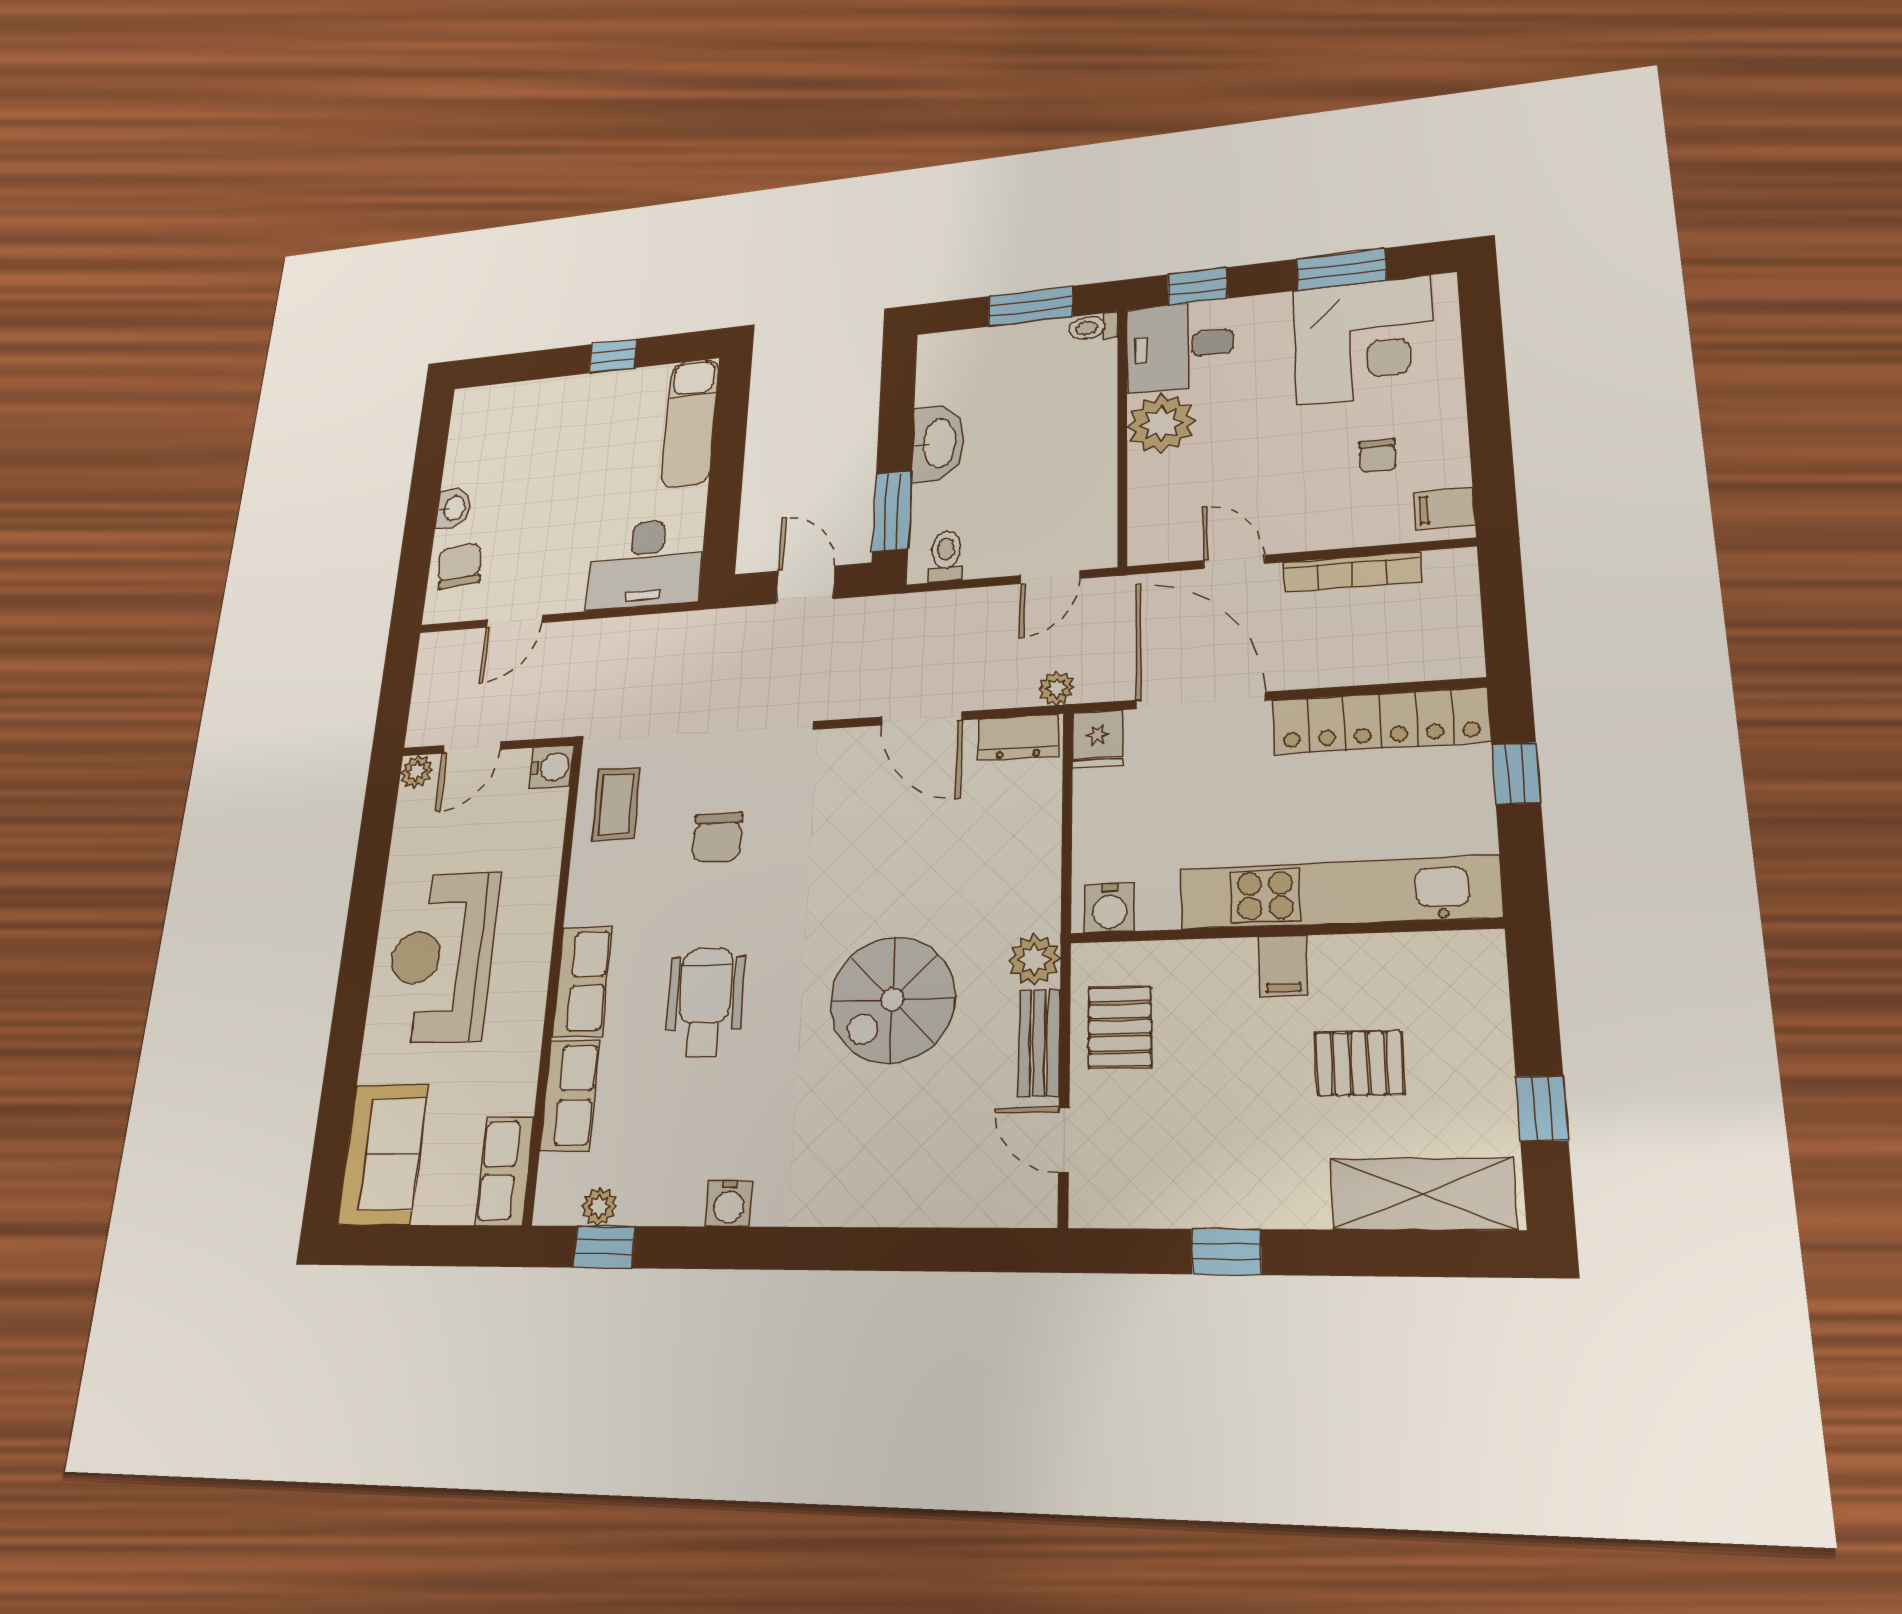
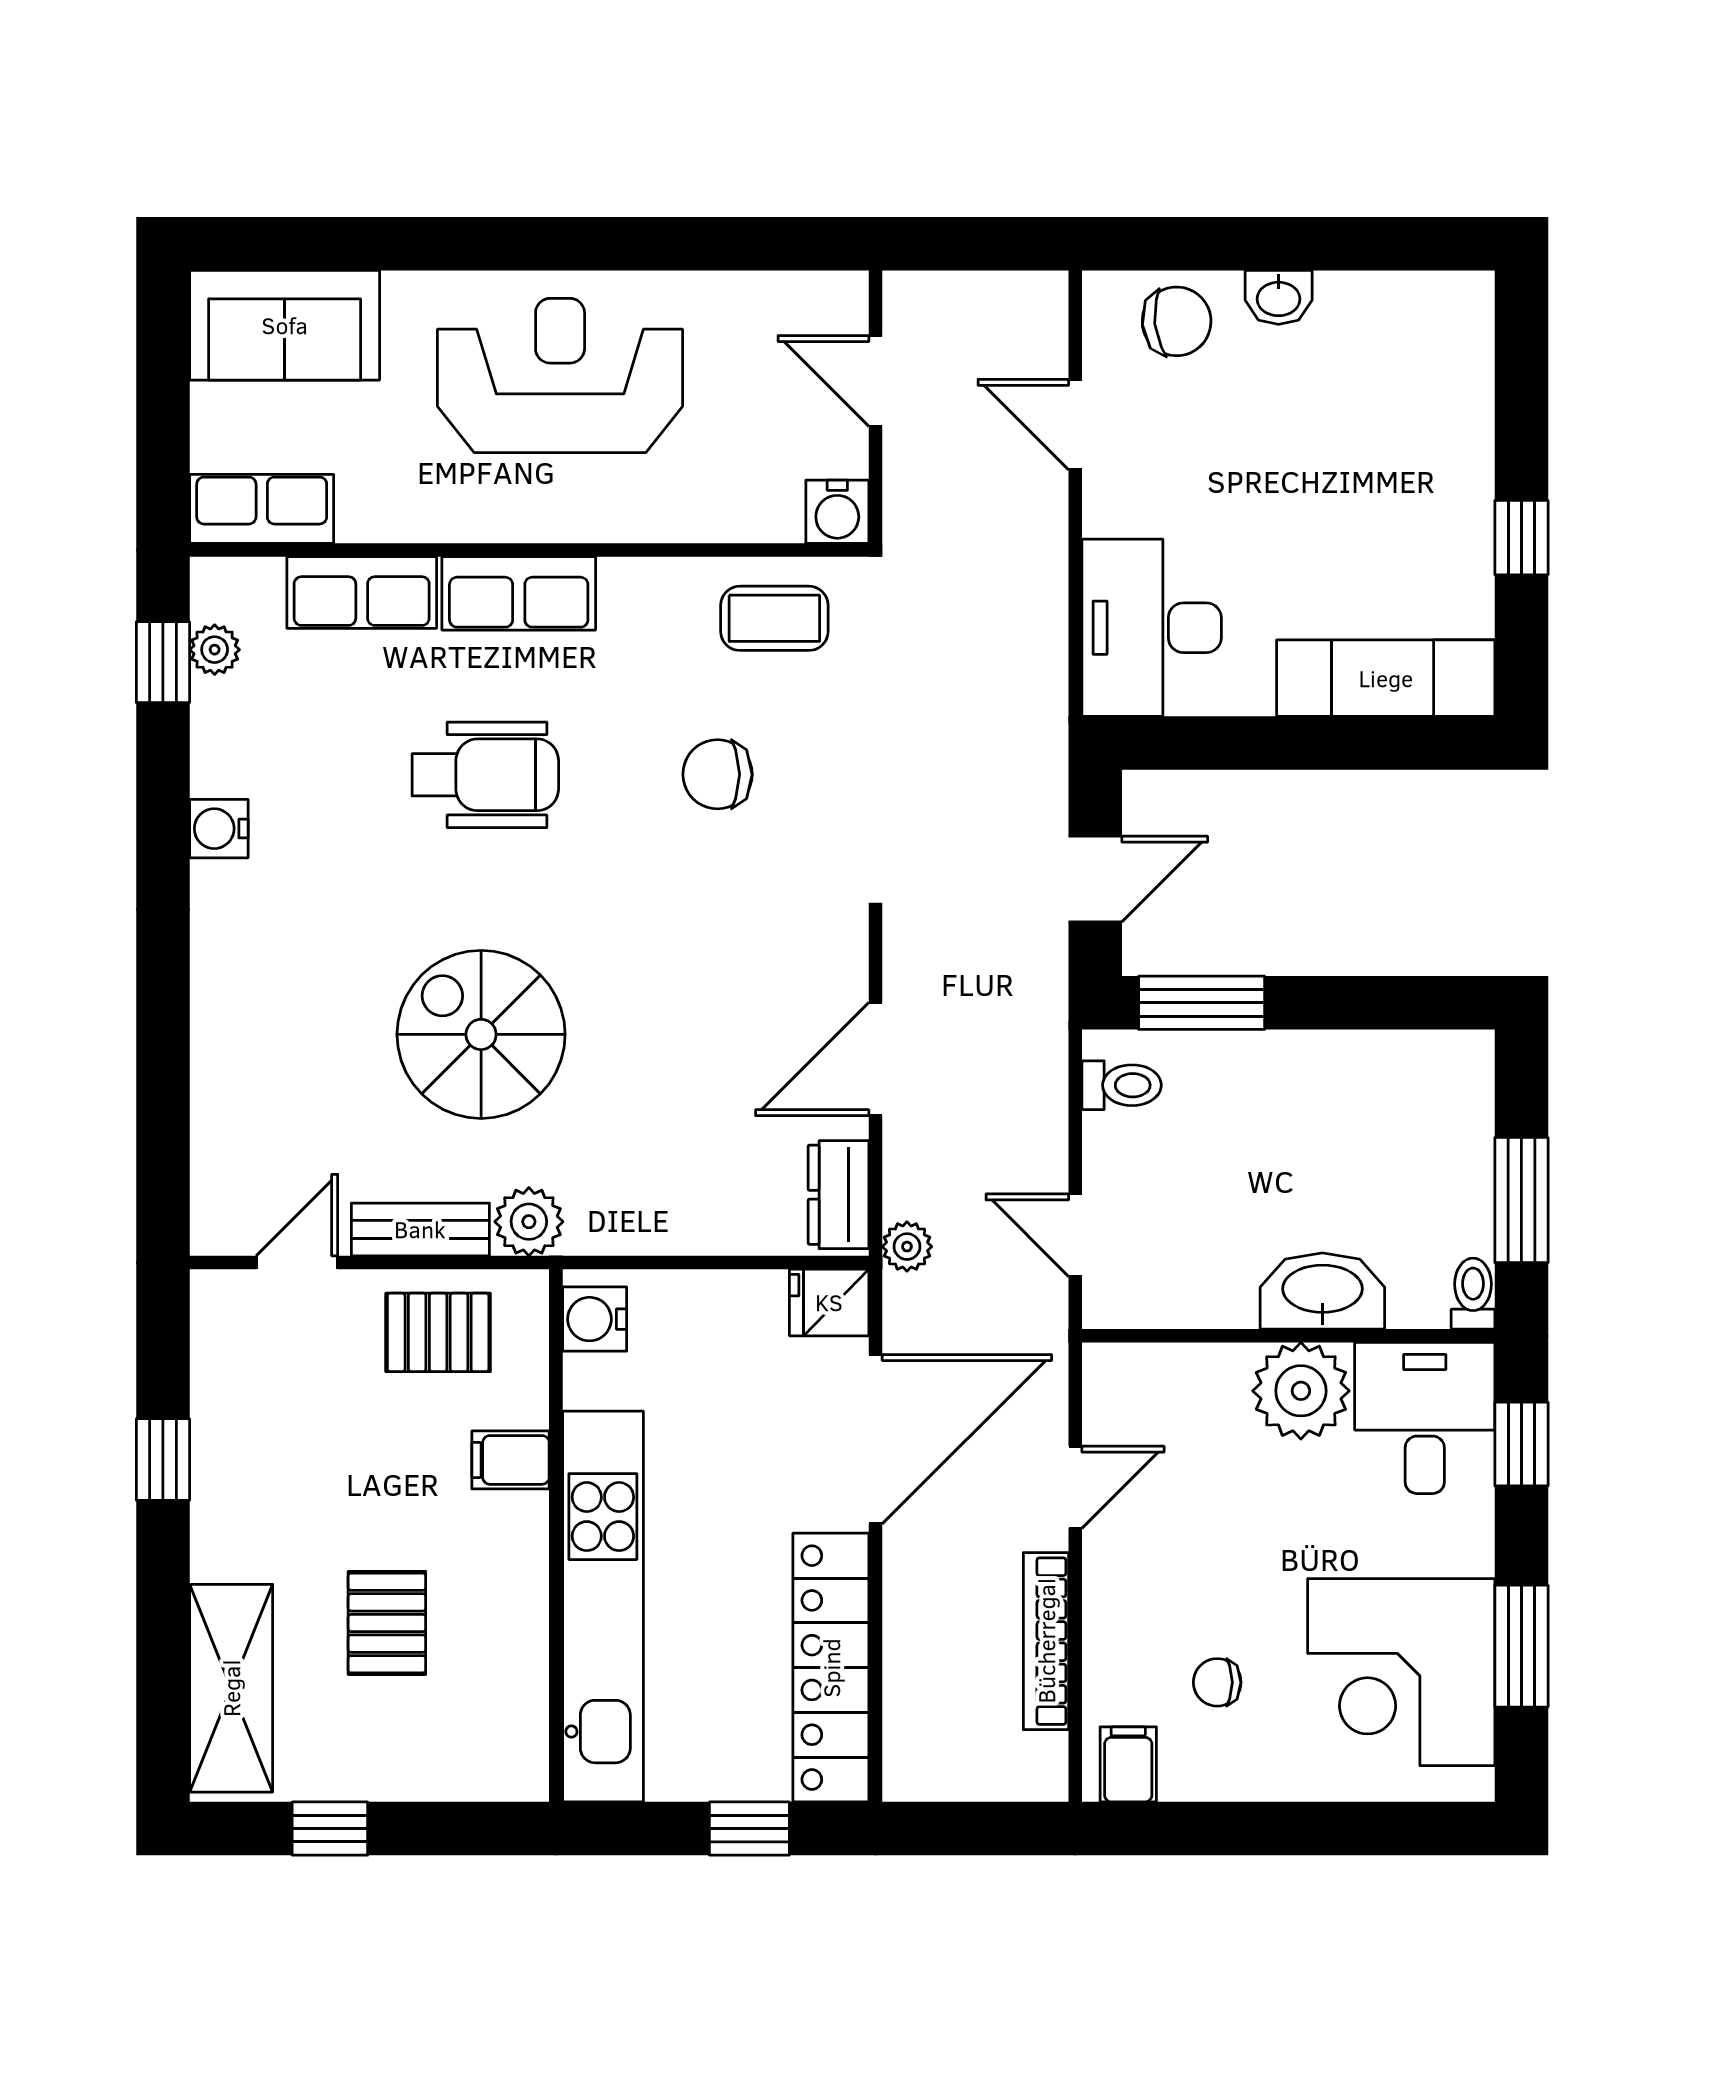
washbasin: (938, 443) -> (1322, 1291), moved, turned 180
plant: (417, 772) -> (843, 296), removed
filing cabinet: (1283, 966) -> (511, 1460), moved

